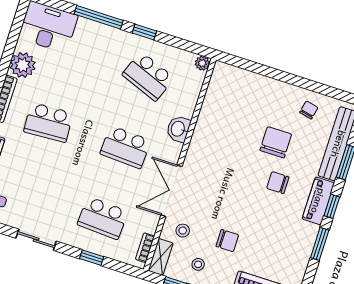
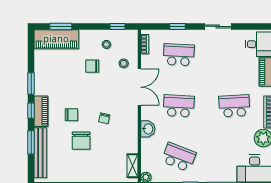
chair: (309, 110) -> (104, 118), moved
shelving: (161, 257) -> (133, 166), moved

